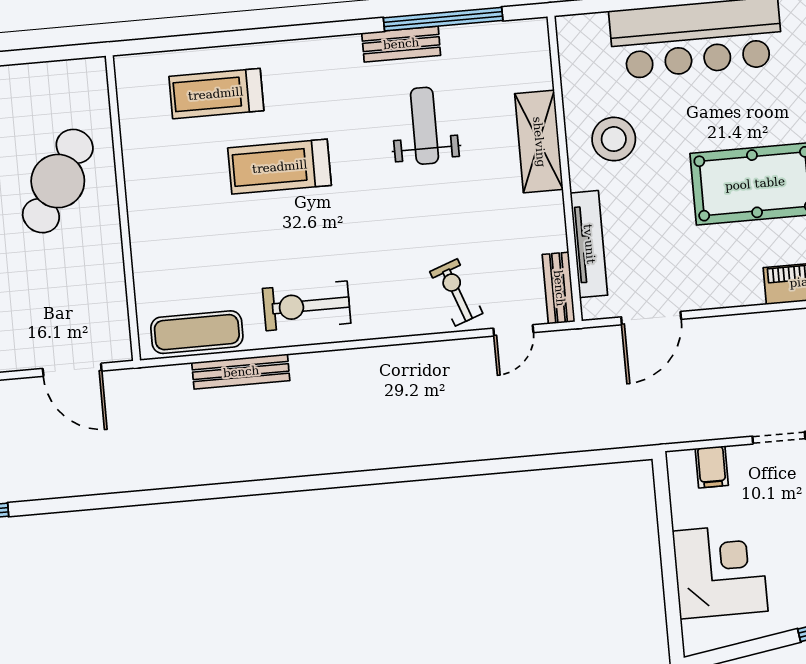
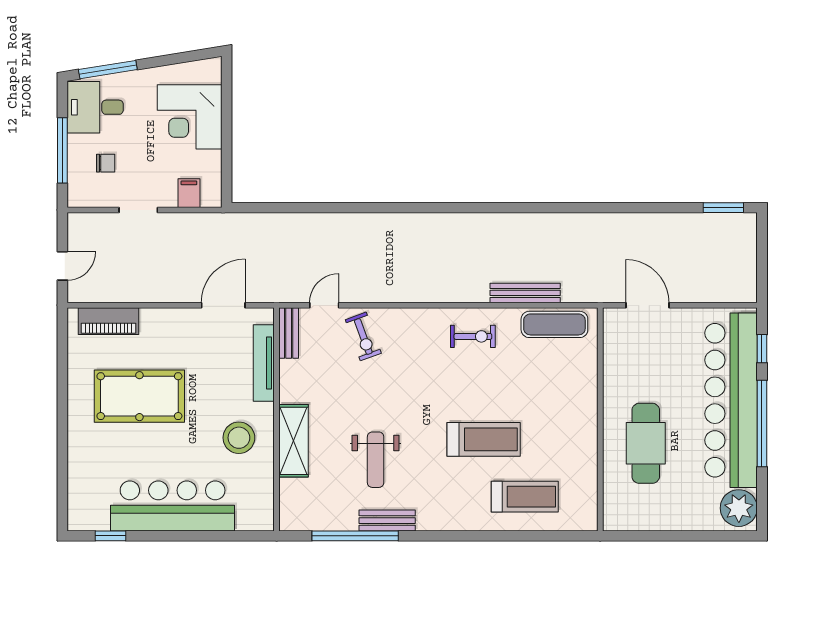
cafe table: (58, 181) -> (646, 443), turned -31
exercise bike: (307, 306) -> (473, 336), width x0.73, depth x0.72

